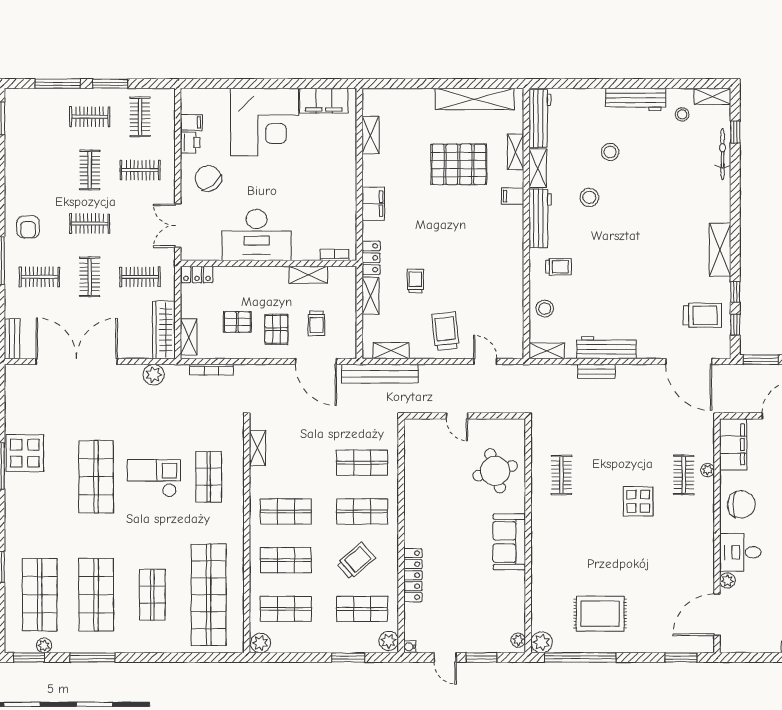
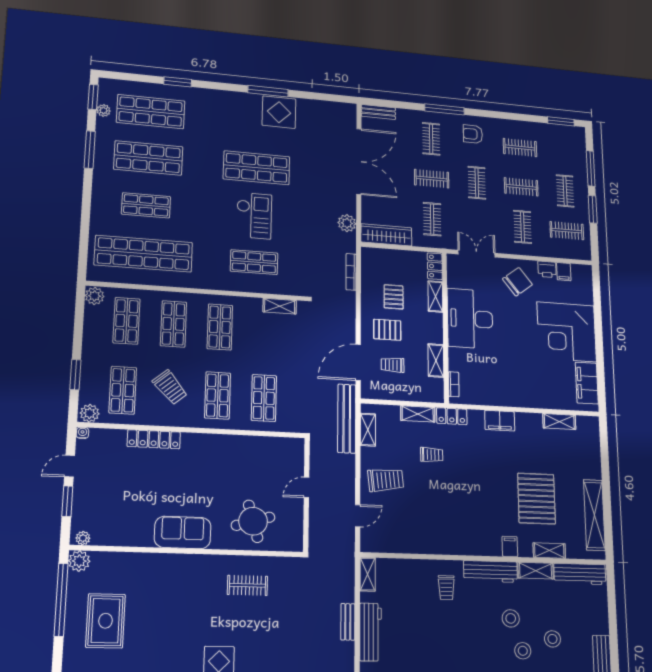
clothes rail: (39, 170) -> (520, 148), added
stool: (545, 309) -> (523, 651), moved
shelving: (189, 337) -> (435, 296), moved, turned 90

